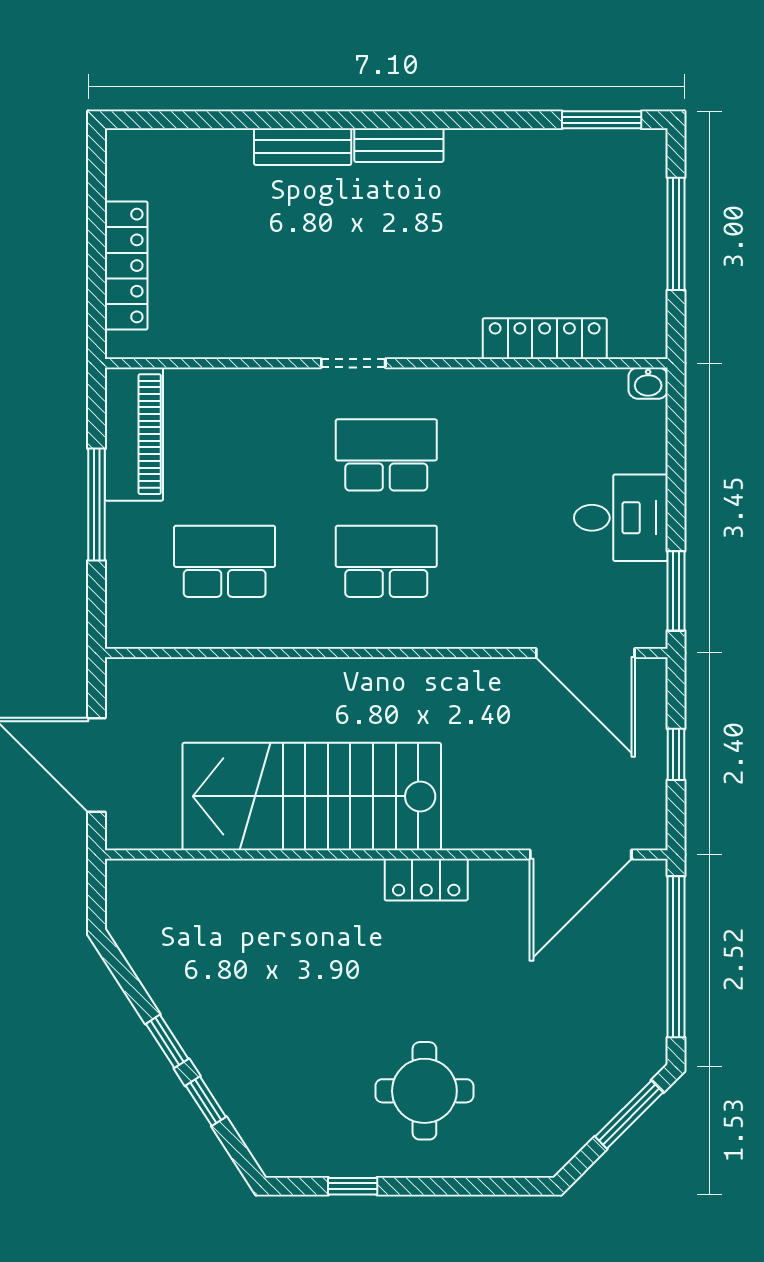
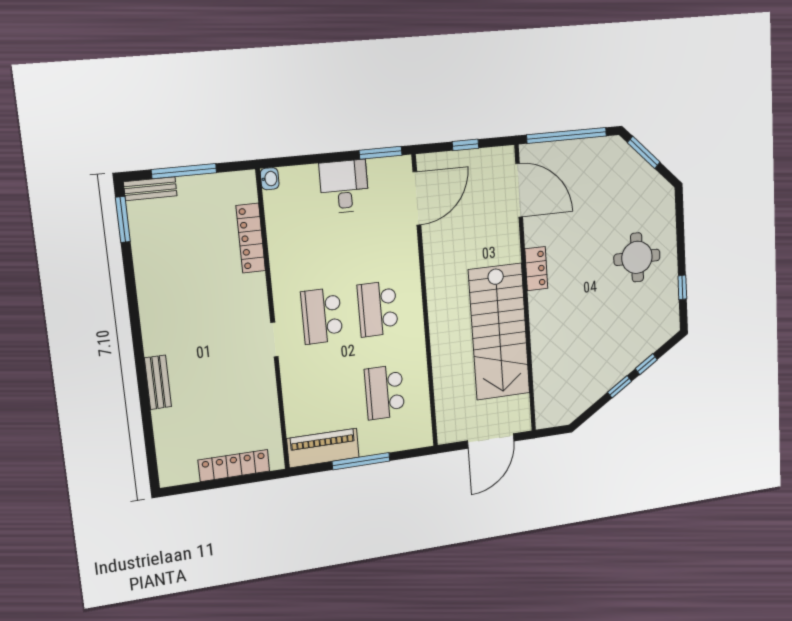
bench: (399, 145) -> (150, 189), moved, turned 90

